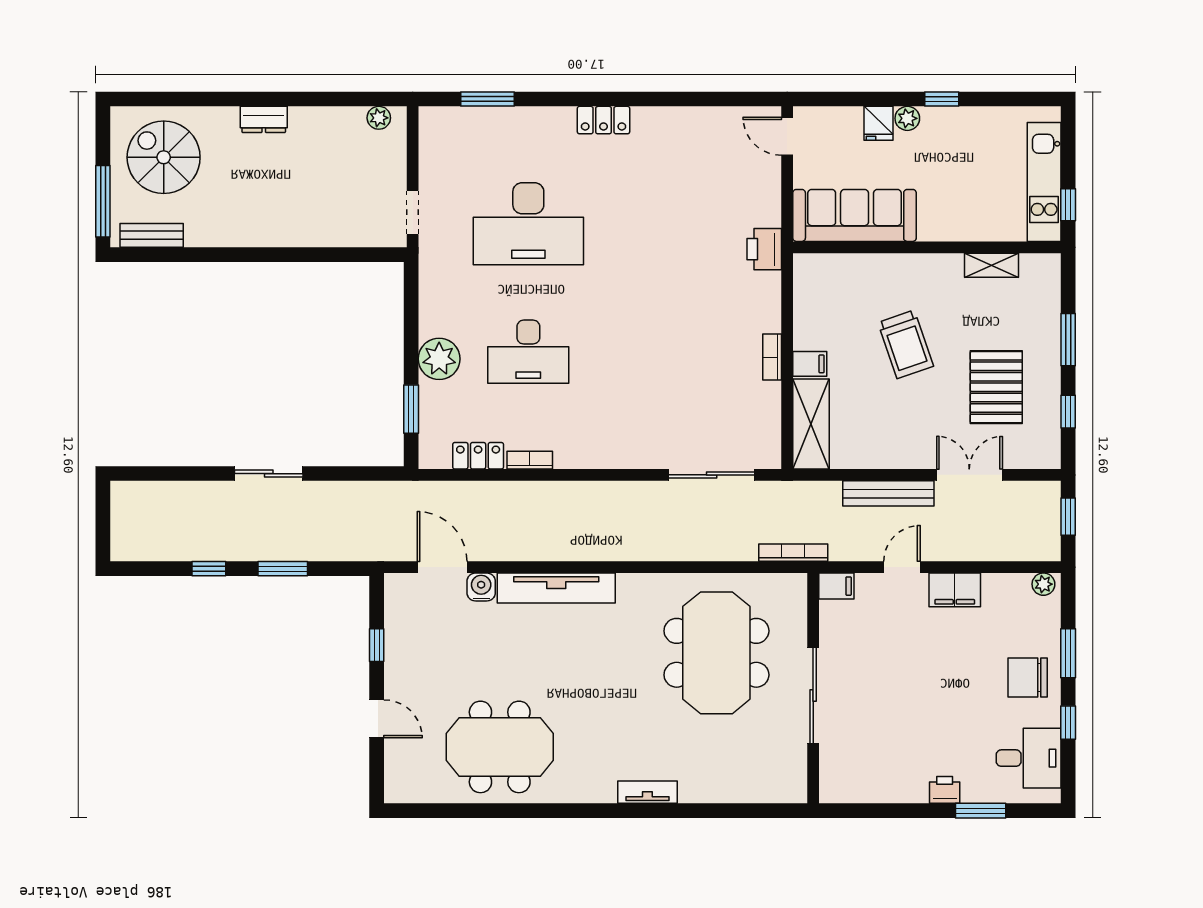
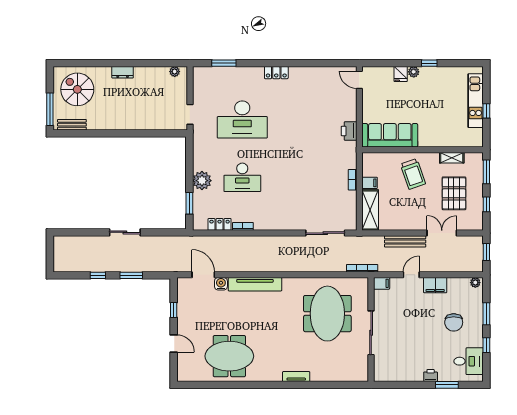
sofa: (855, 215) -> (390, 135), moved
wall: (927, 247) -> (423, 150), moved
shelving: (992, 265) -> (452, 158), moved
chair: (1028, 677) -> (454, 322), moved, turned -90

